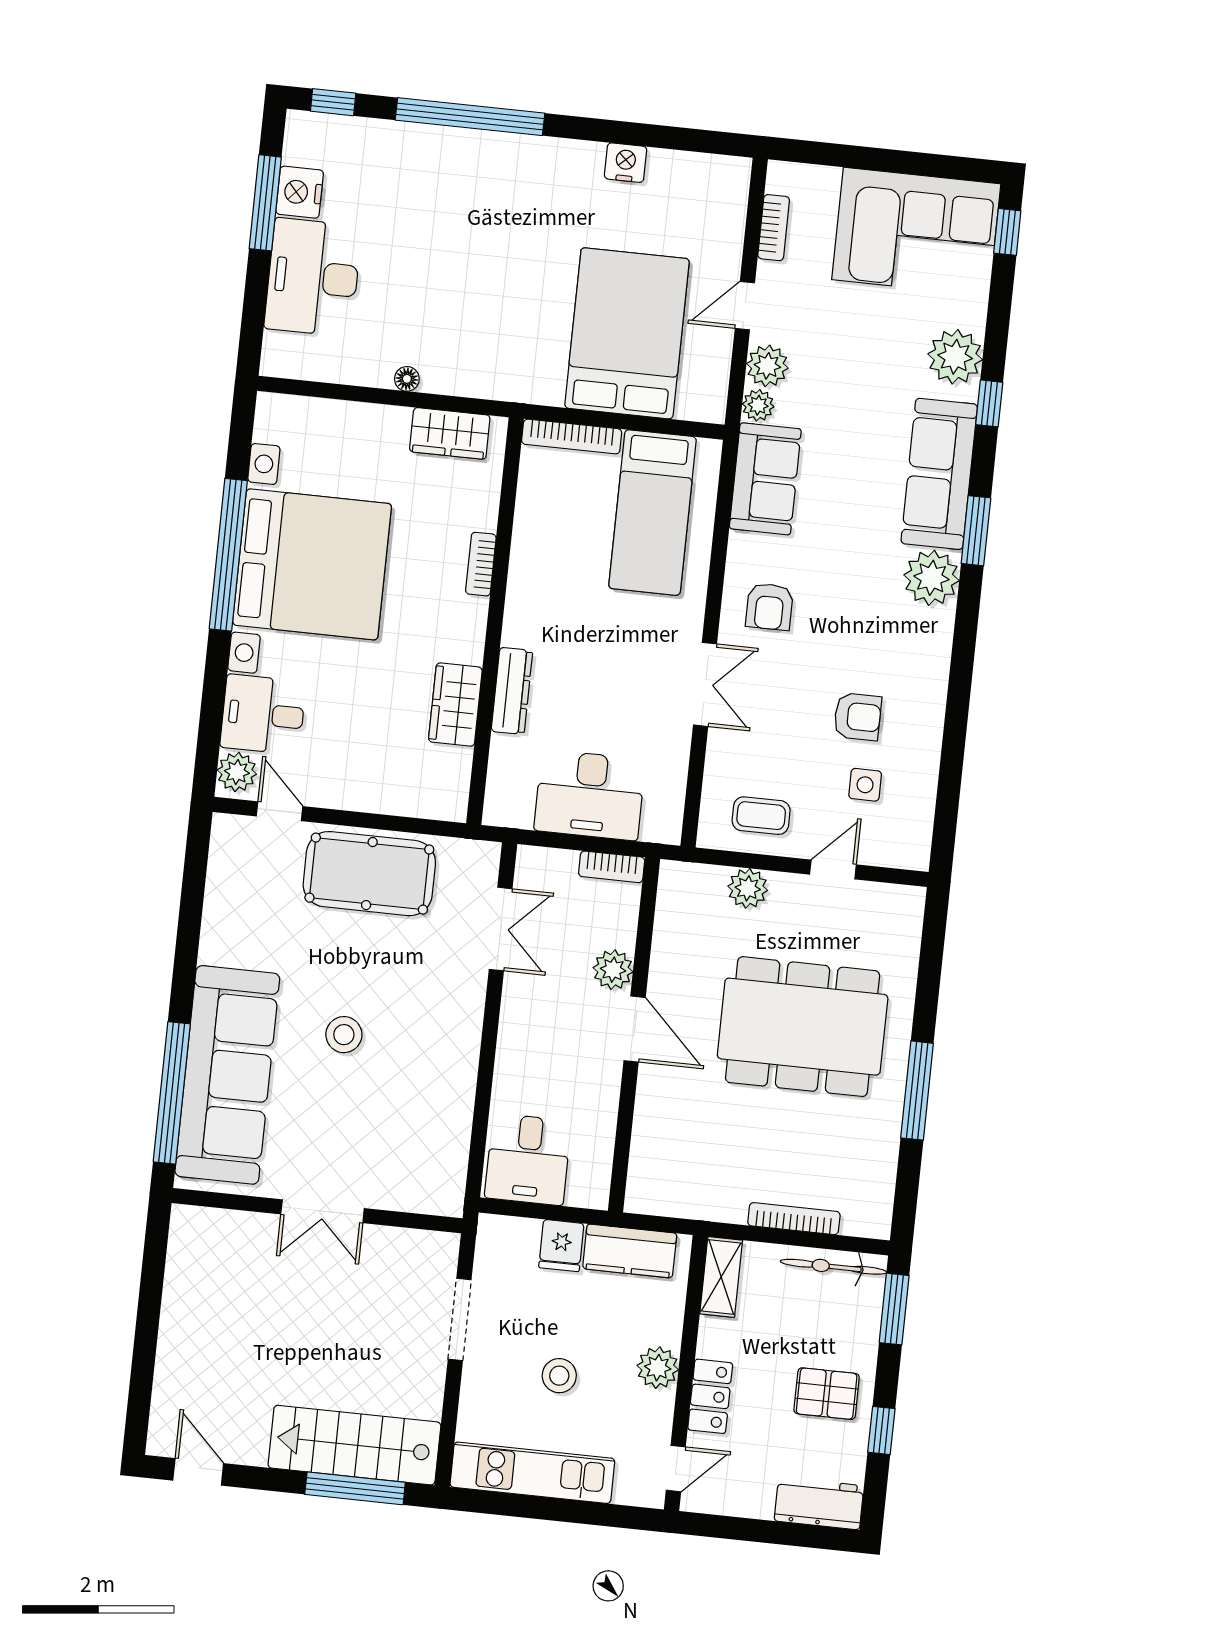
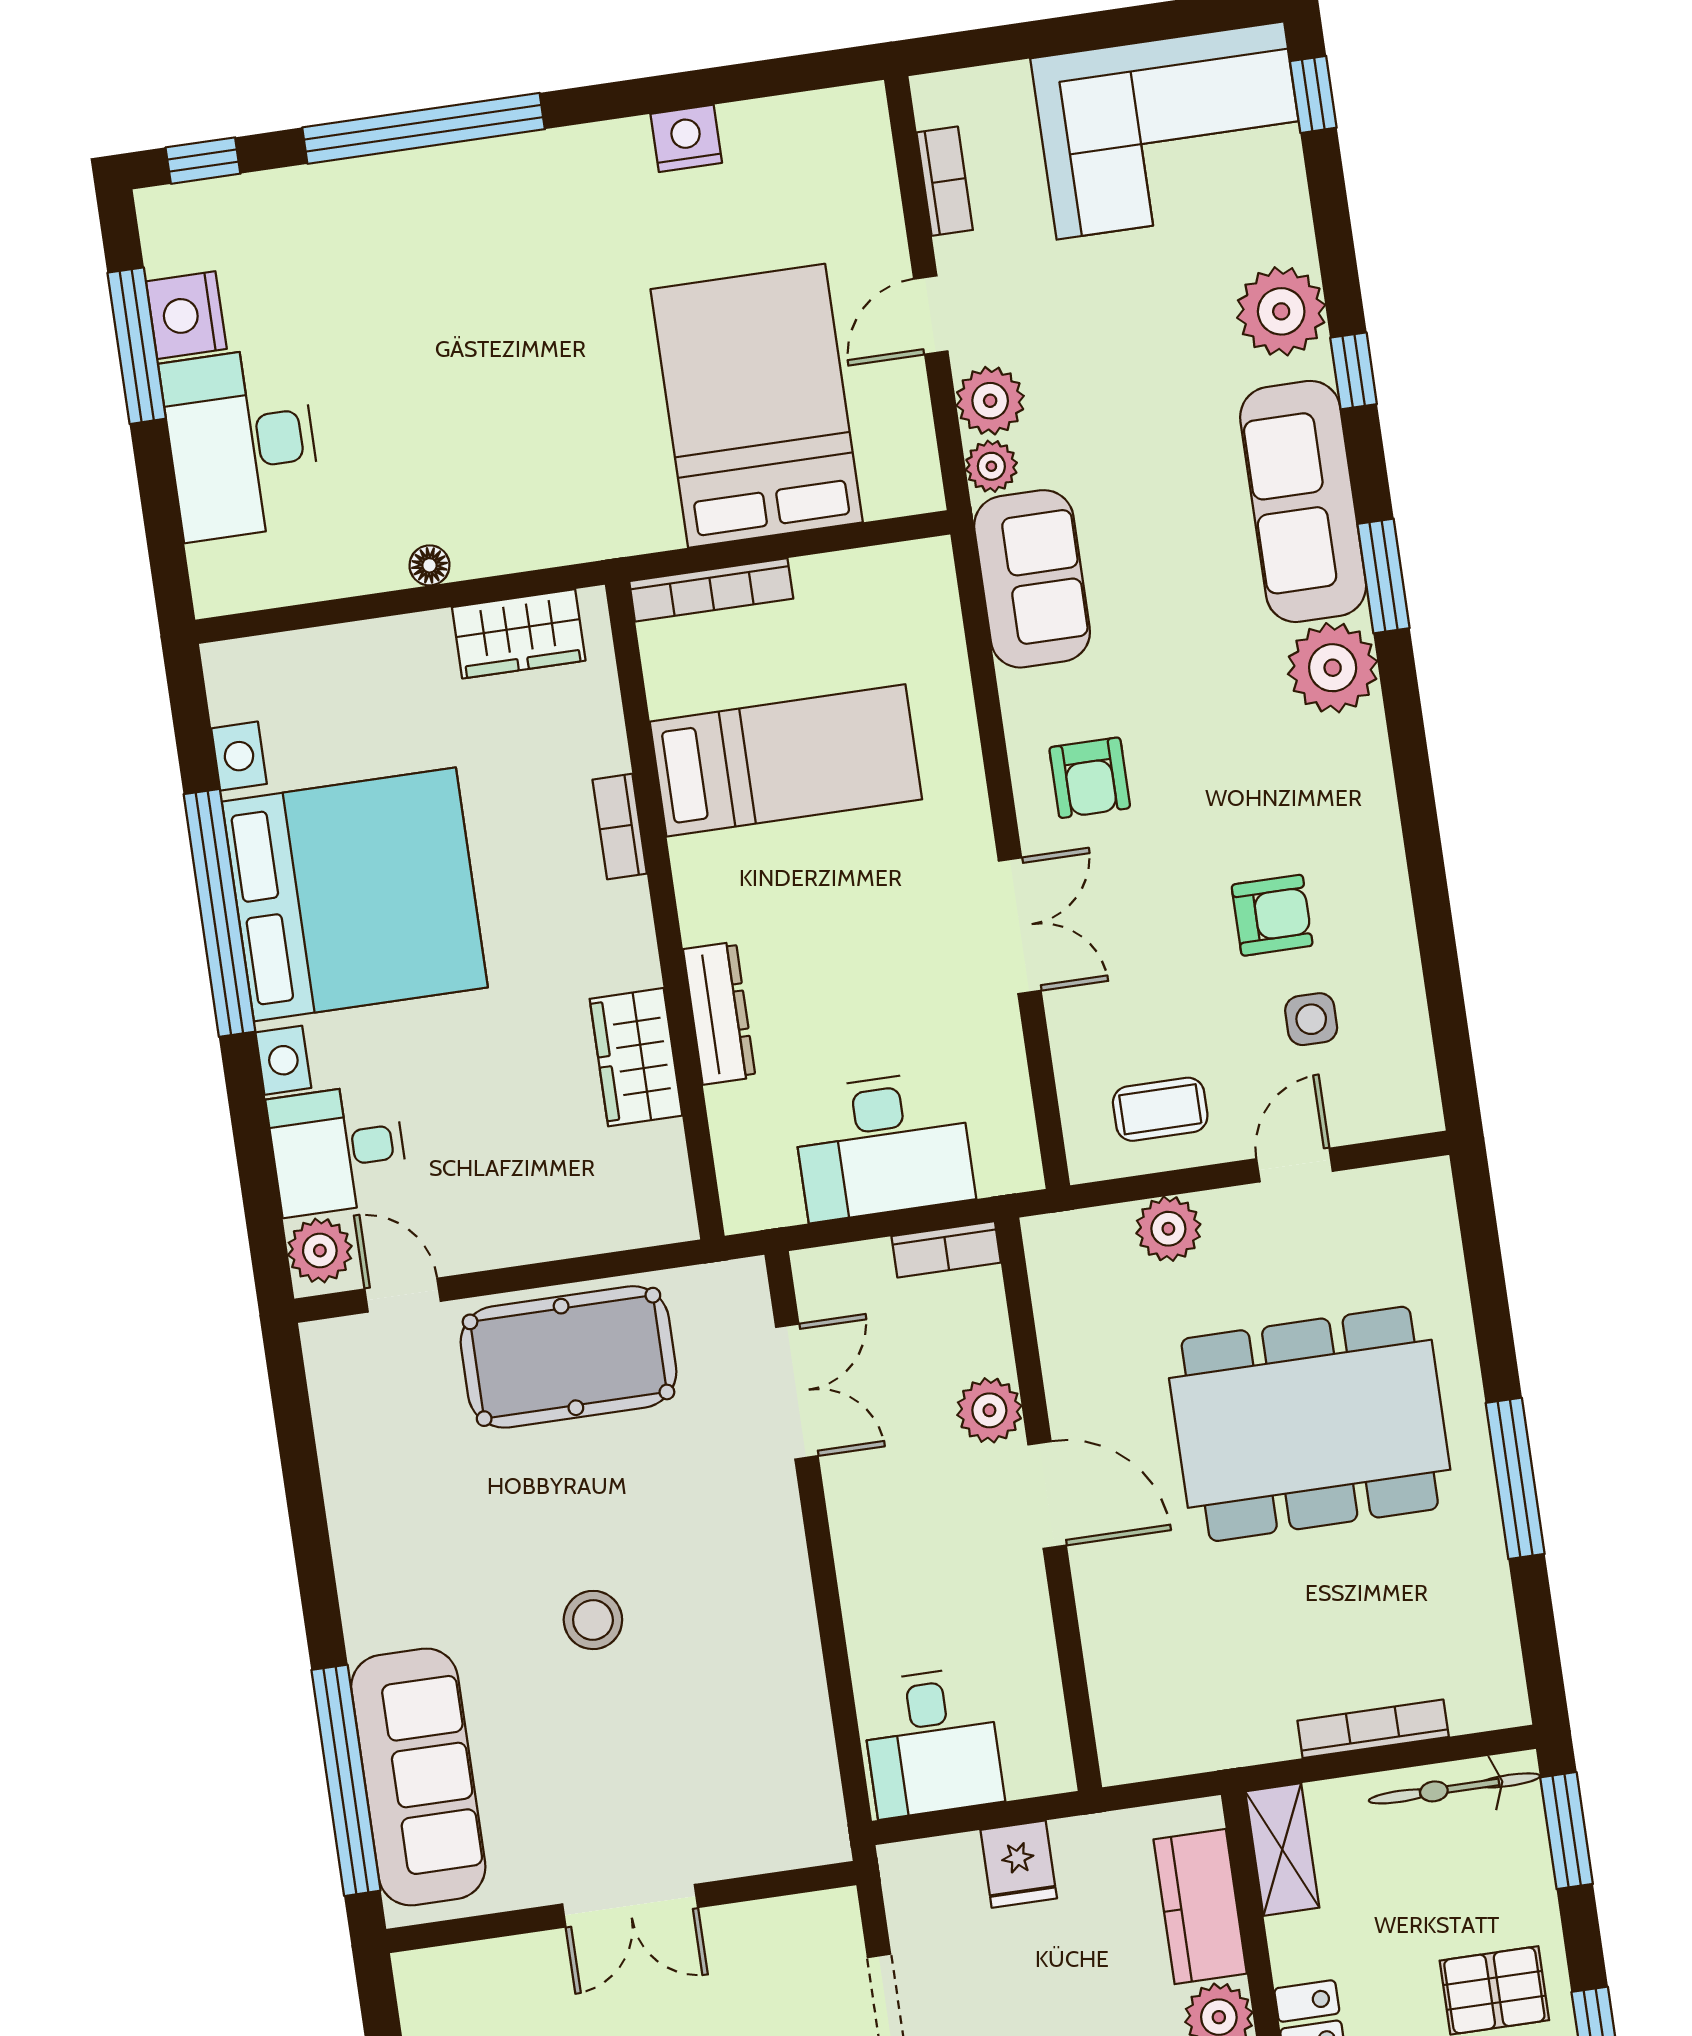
bed: (652, 513) -> (786, 760), moved, turned -90
sofa: (227, 1075) -> (418, 1777), width x0.74, depth x0.79
kitchen counter: (630, 1251) -> (1200, 1907), moved, turned 90

